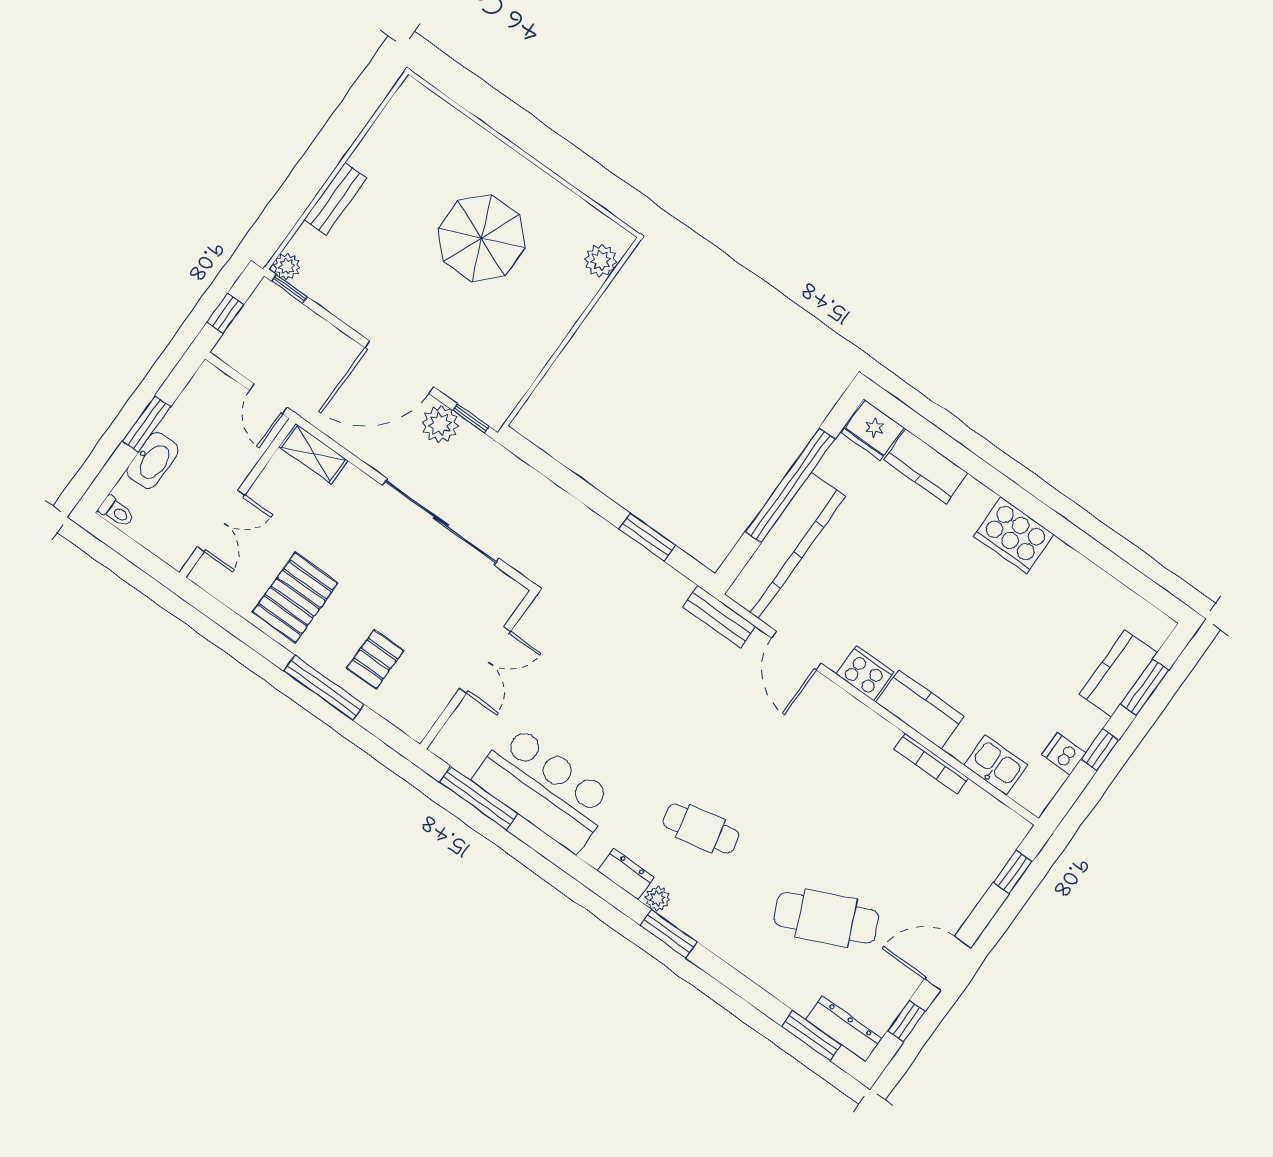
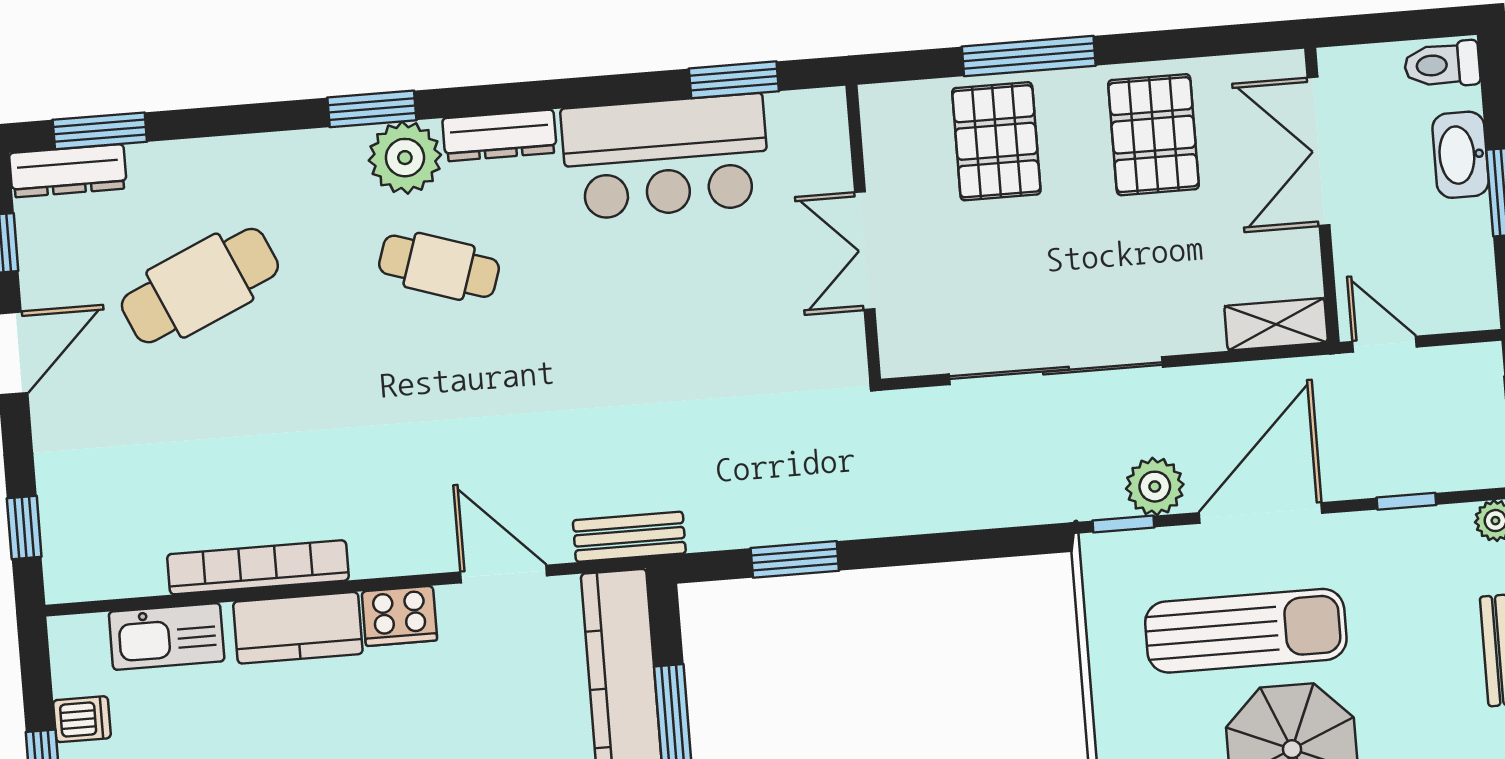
window: (290, 289) -> (1406, 501), moved
sun lounger: (455, 315) -> (1246, 631), added
toilet: (117, 512) -> (1442, 65), width x1.37, depth x1.39
double door: (221, 521) -> (1318, 151), width x1.37
pallet: (375, 659) -> (996, 141), width x1.50, depth x1.42
bookcase: (931, 764) -> (258, 567), width x1.48, depth x1.31
kitchen sink: (996, 765) -> (167, 636), width x1.38
window: (479, 798) -> (734, 80), width x0.69
cafe table: (701, 828) -> (439, 266), turned 30
dresser: (626, 874) -> (500, 135), width x1.44
plant: (657, 899) -> (405, 158), width x1.88, depth x1.88

